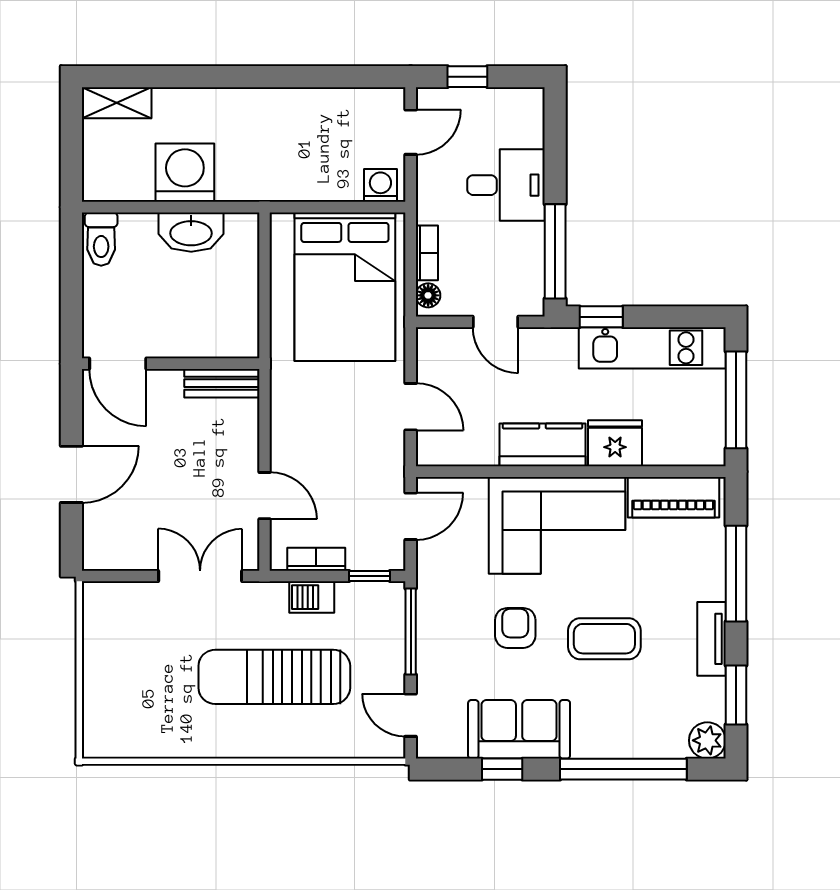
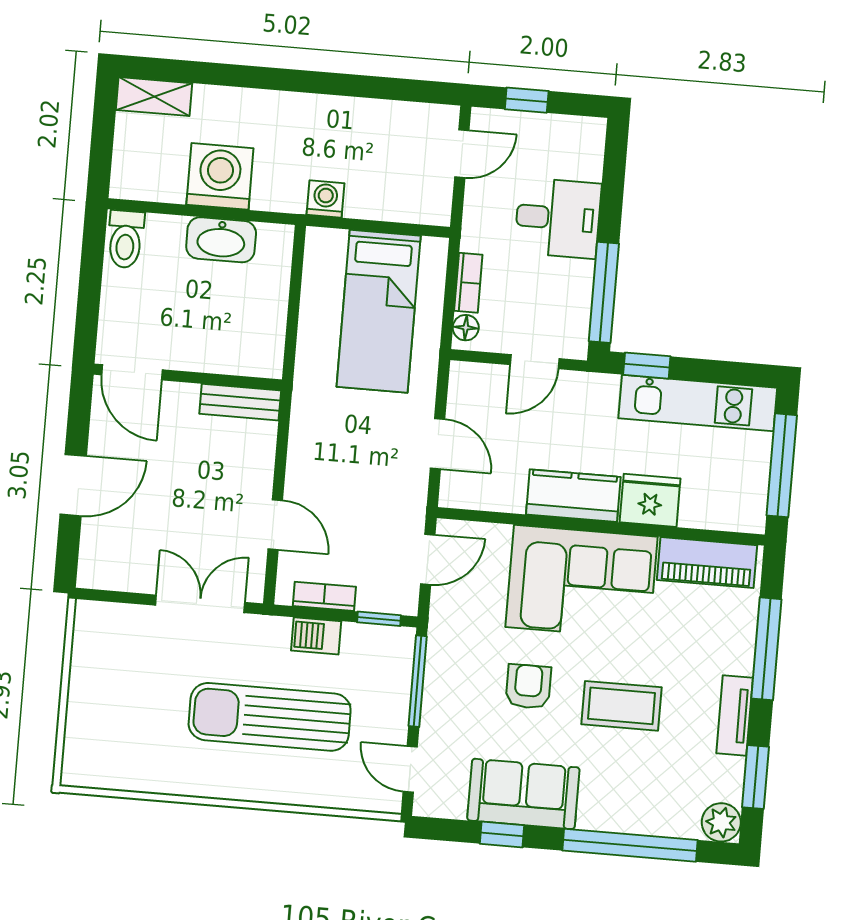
washing machine: (380, 185) -> (325, 199), moved
bed: (345, 287) -> (379, 311), width x0.67
door: (496, 322) -> (535, 362), hinge flipped

